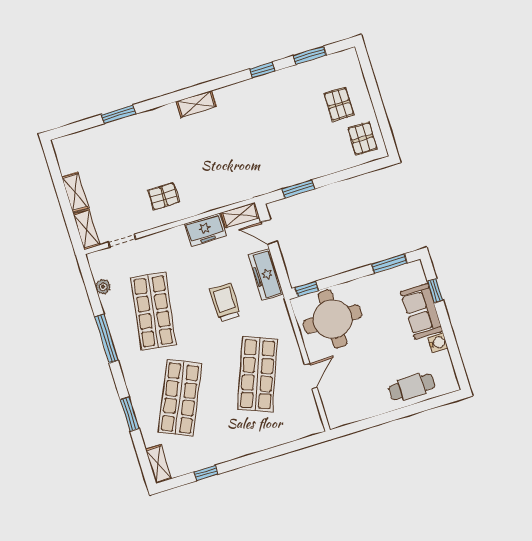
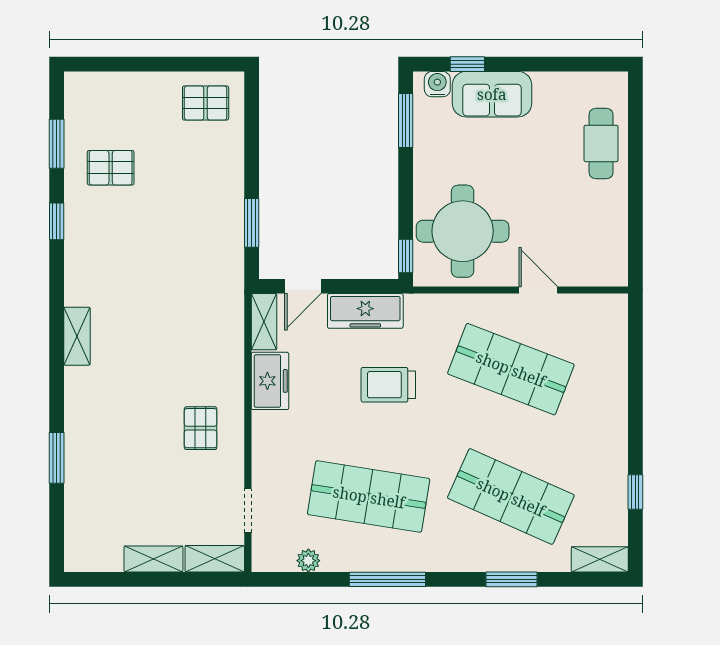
pallet: (339, 104) -> (111, 168), moved
water cooler: (438, 343) -> (437, 84), moved

